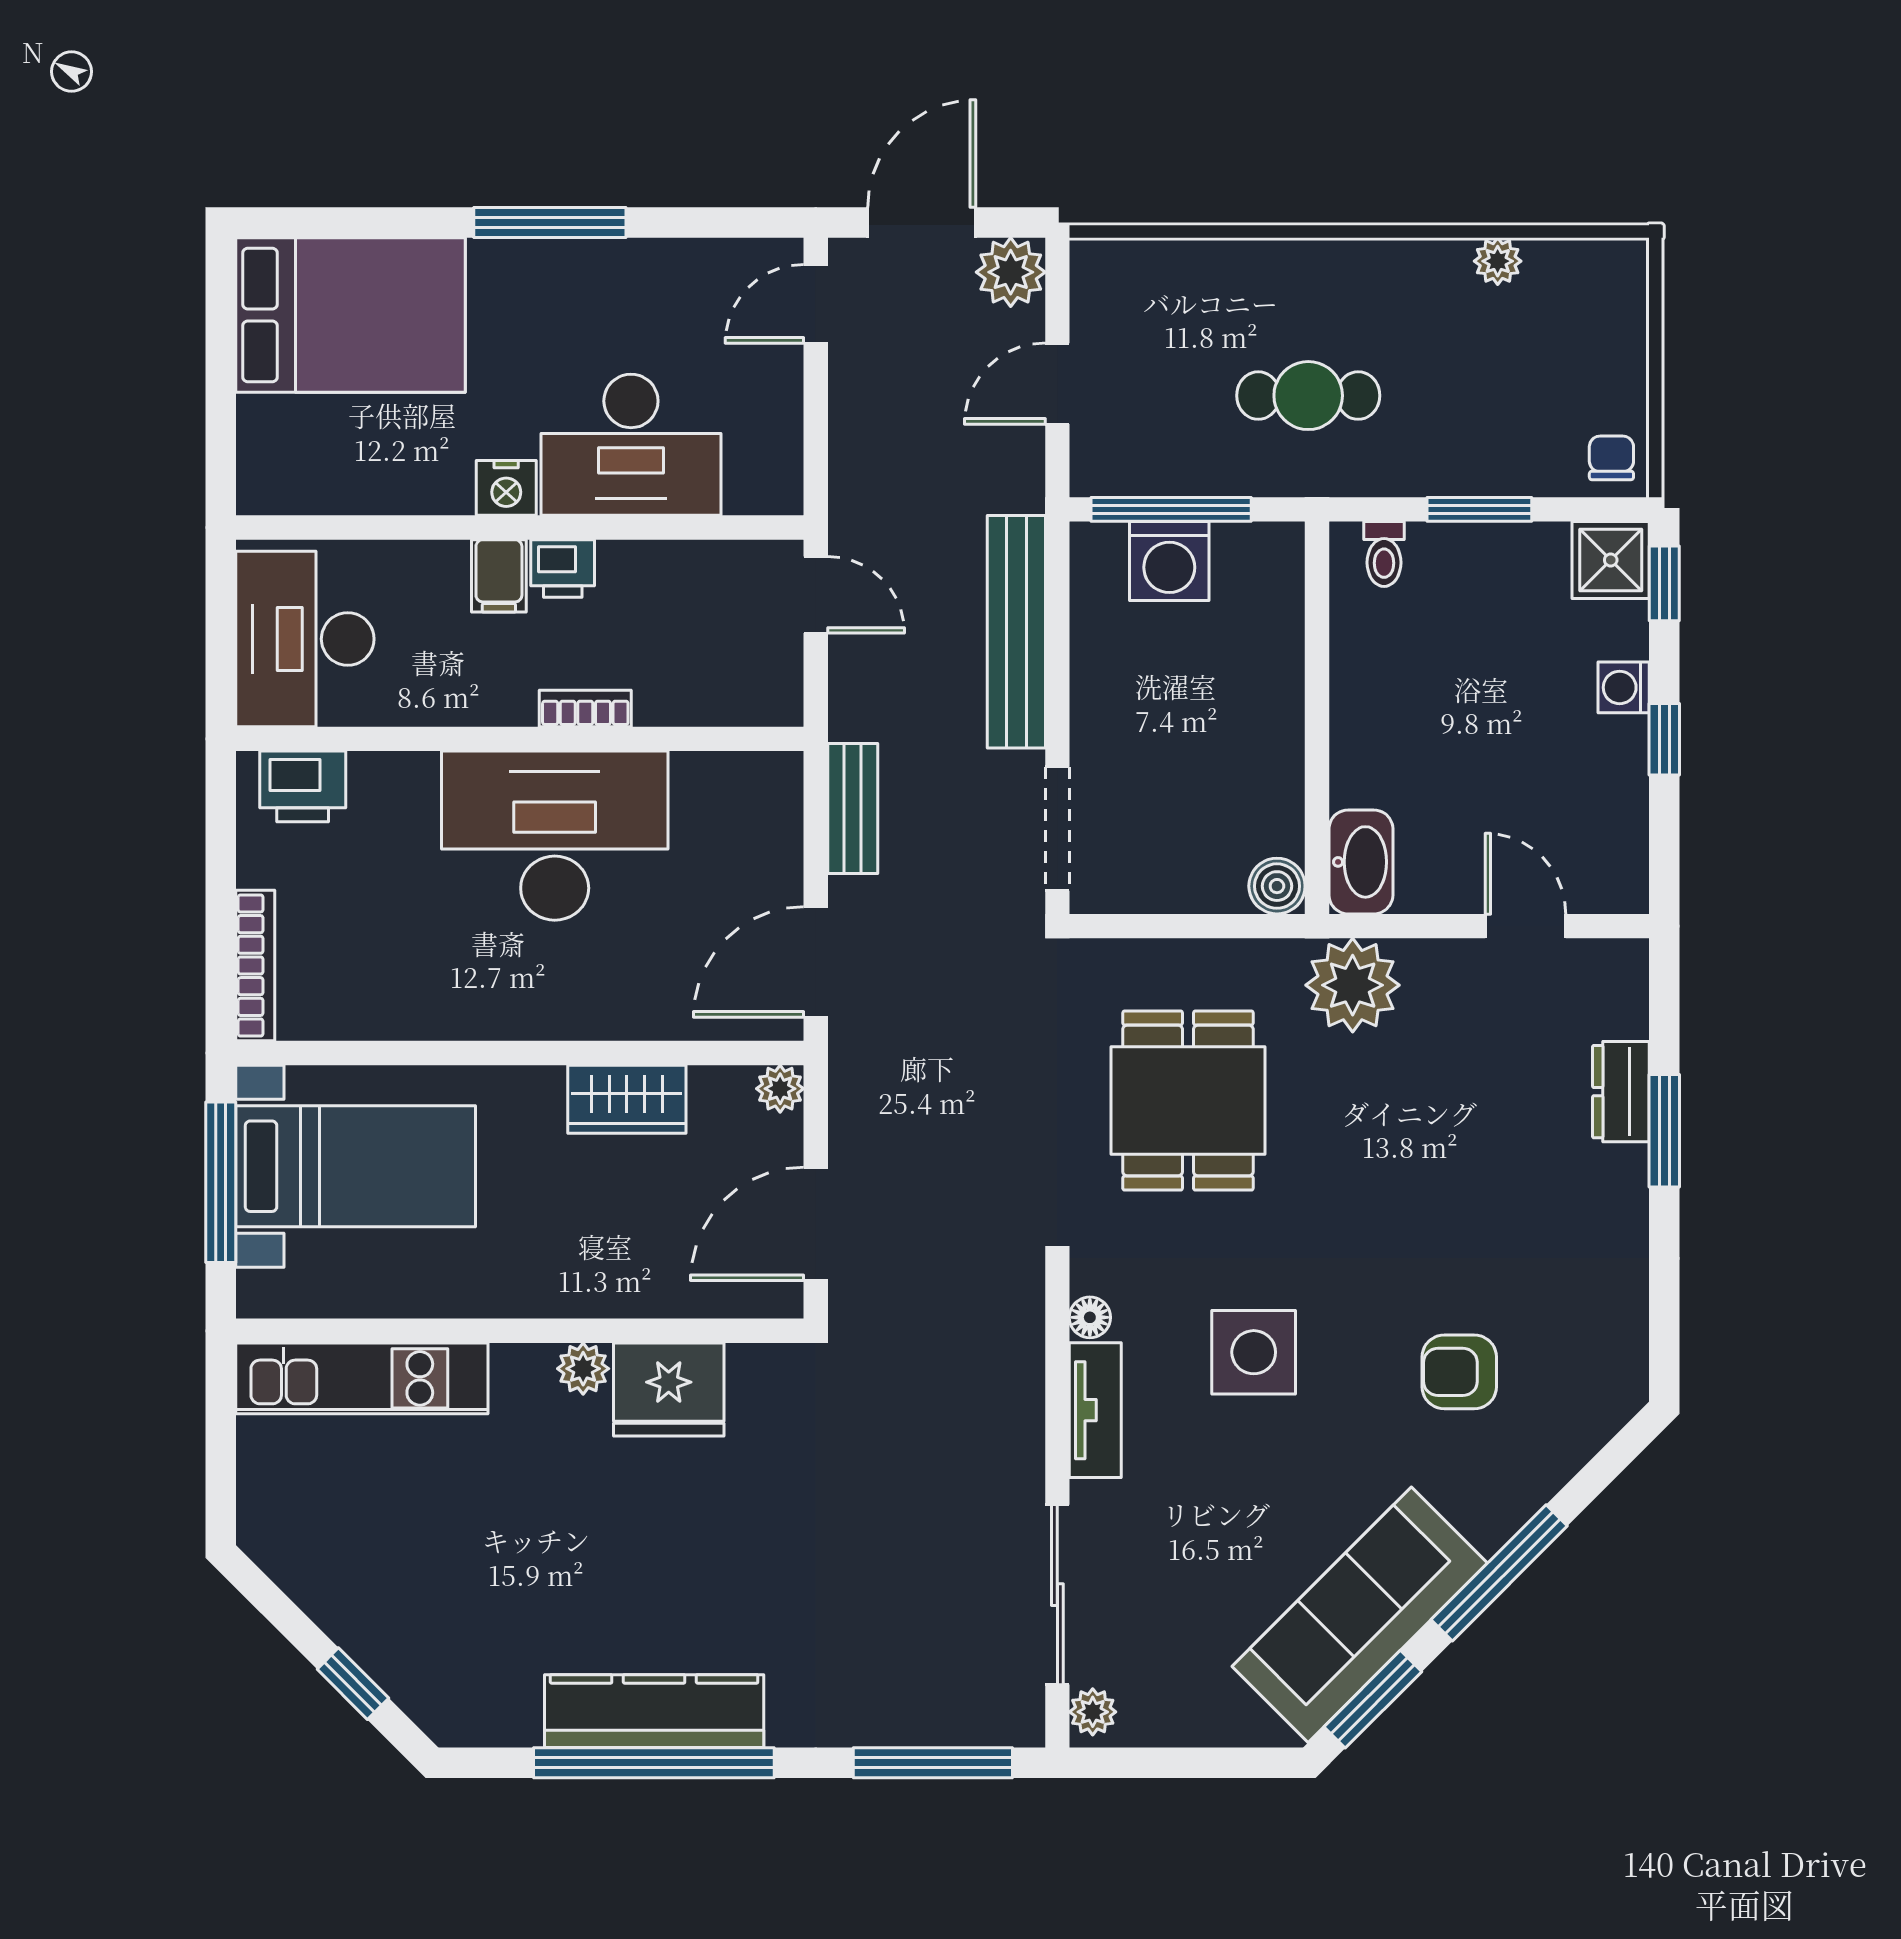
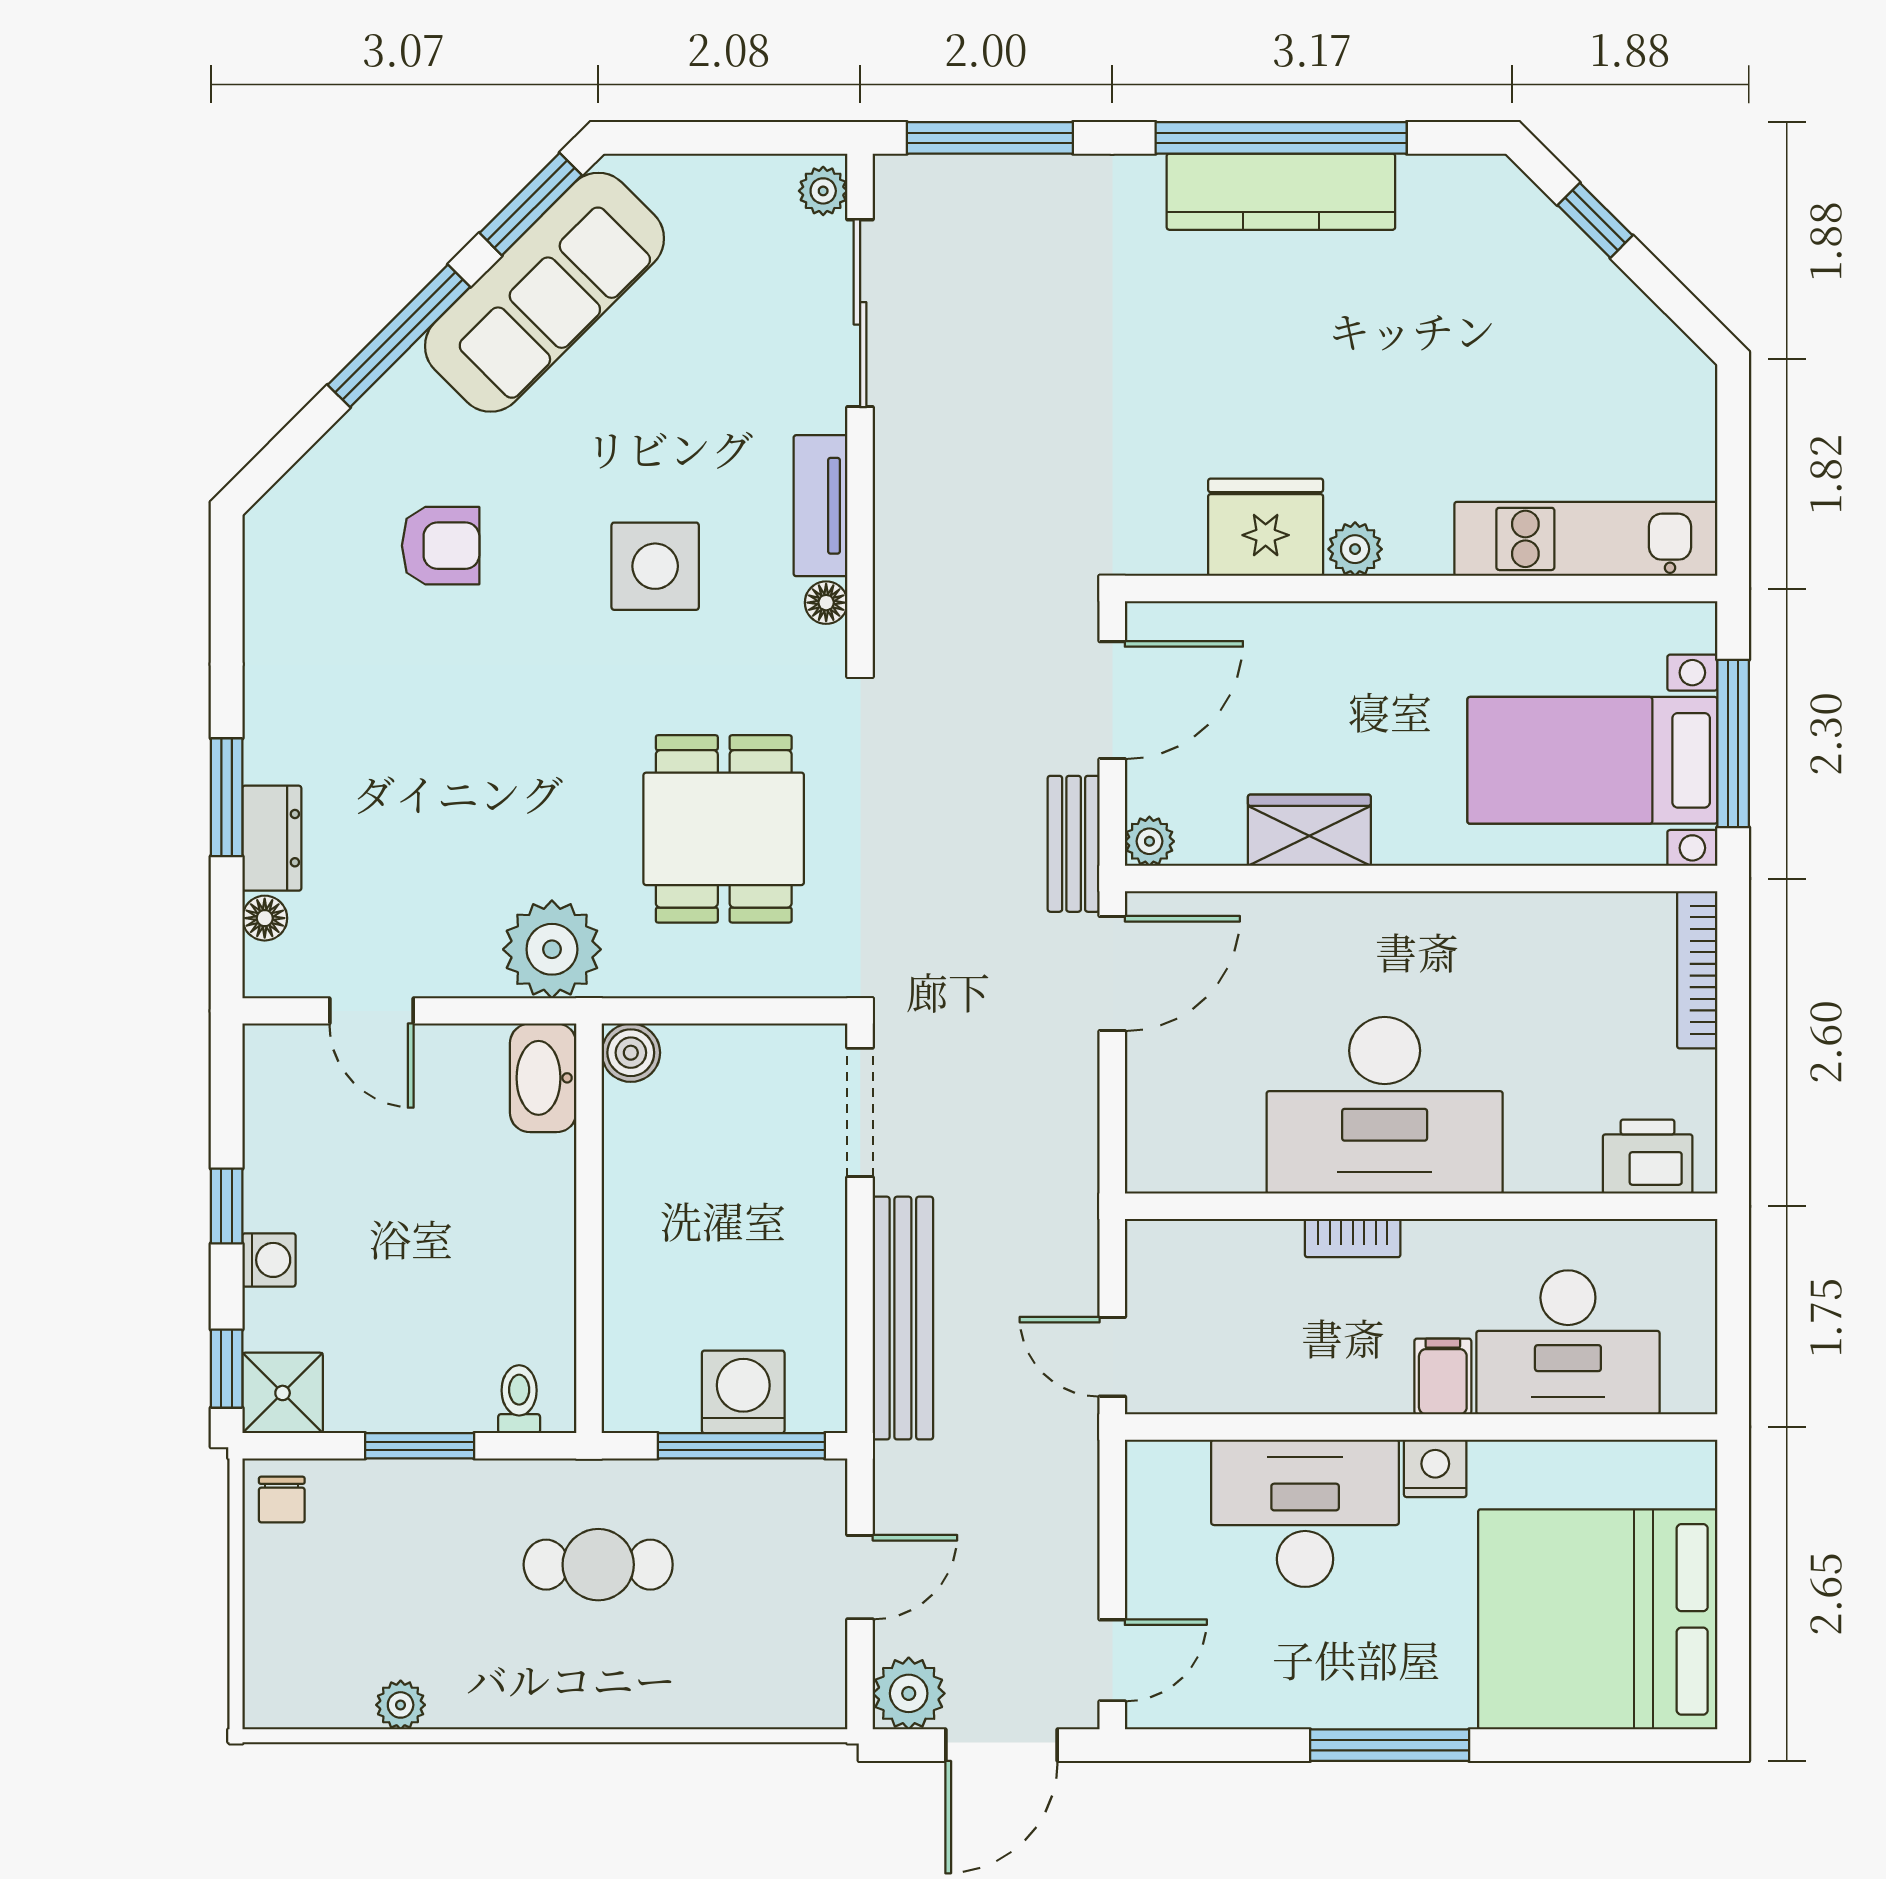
bed: (351, 315) -> (1598, 1619), width x1.36
printer: (563, 568) -> (1376, 1384), removed
desk: (305, 639) -> (1568, 1342), moved, turned 90
bench: (853, 809) -> (1074, 844), moved
floor lamp: (1628, 1015) -> (265, 918), added

